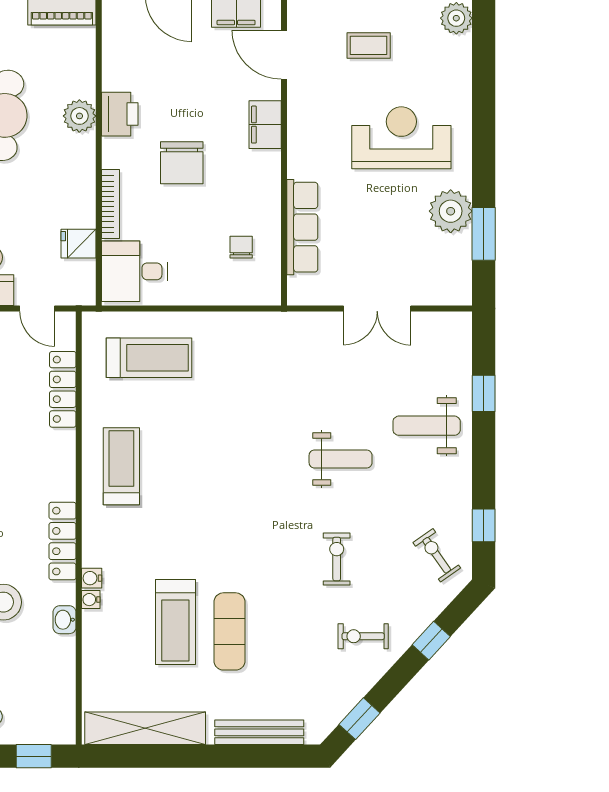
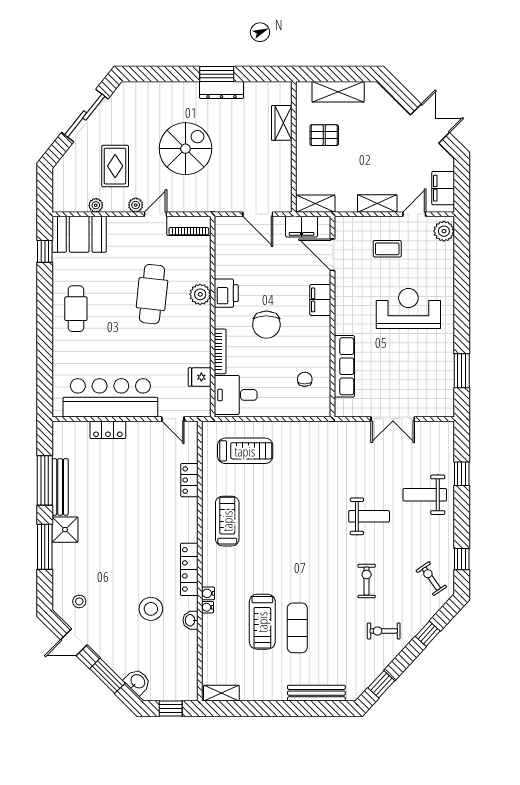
plant: (451, 211) -> (440, 356), removed
locker: (63, 389) -> (189, 480), width x0.66
shelving: (145, 728) -> (221, 693), width x0.45, depth x0.75

